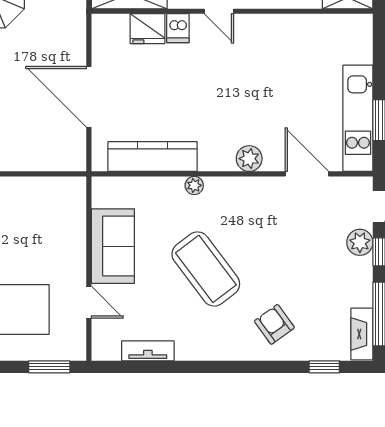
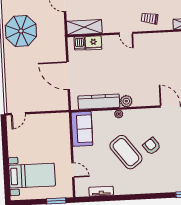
dishwasher: (178, 28) -> (79, 43), moved
plant: (249, 159) -> (126, 101), moved
sofa: (113, 246) -> (82, 129), moved
armchair: (274, 324) -> (152, 146), moved

